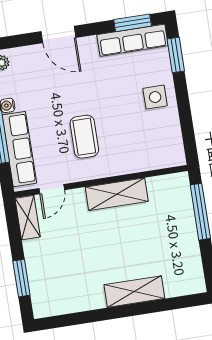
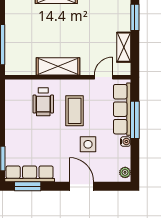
side table: (155, 97) -> (88, 144), moved
wheelchair: (129, 142) -> (43, 102), added
shelving: (28, 218) -> (124, 47), moved

